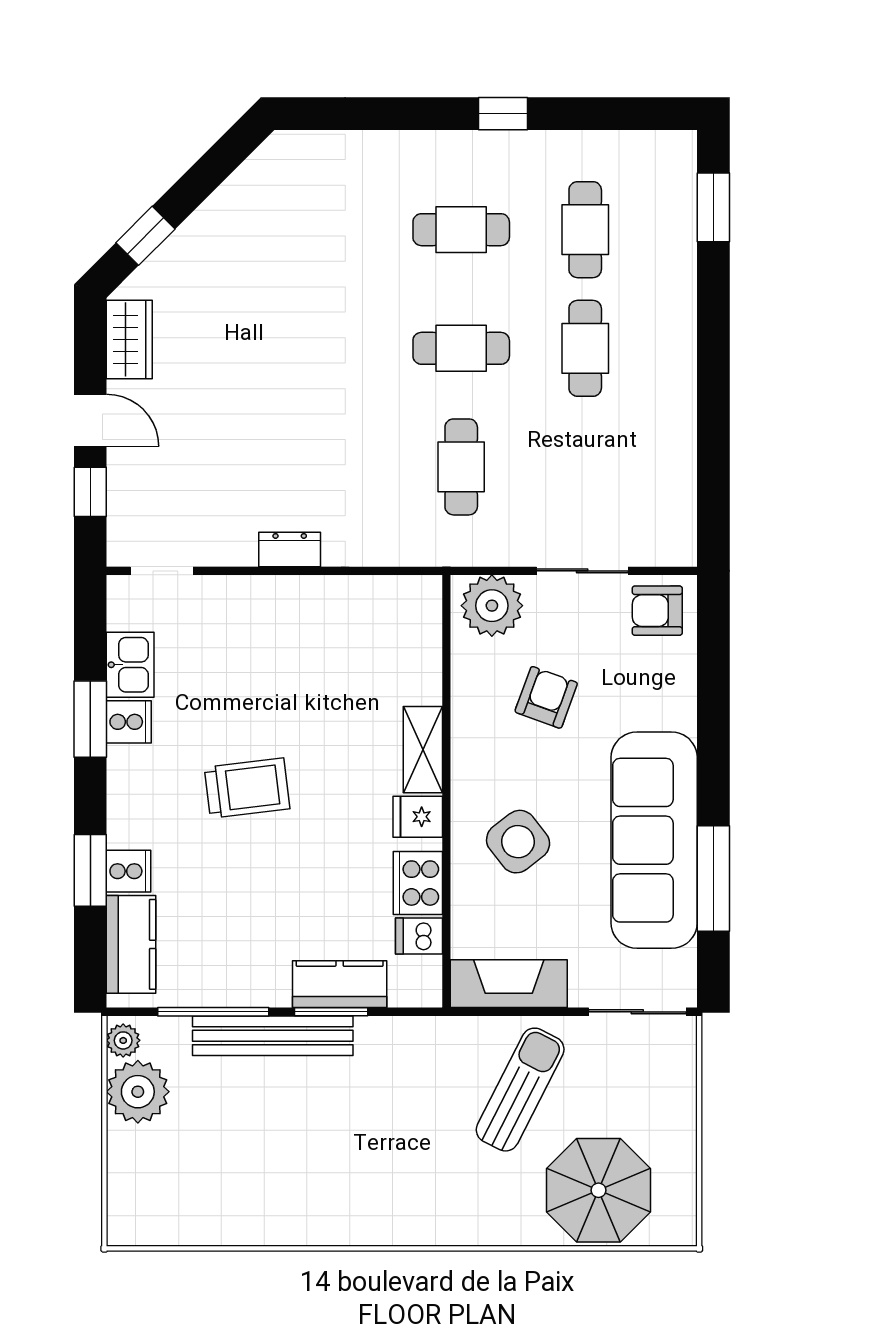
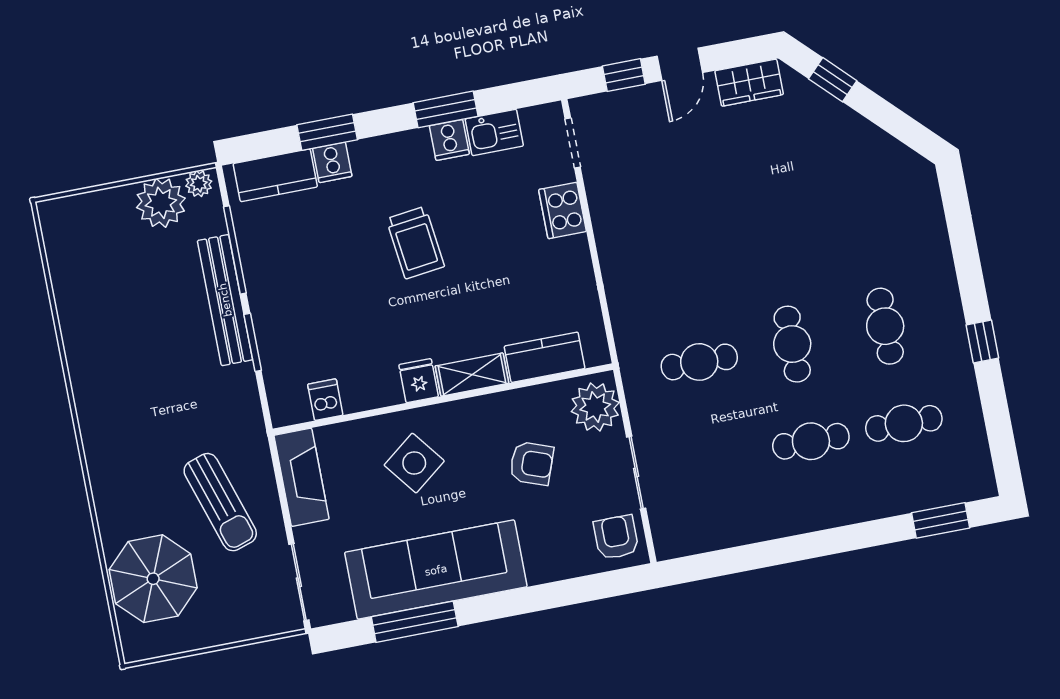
dresser: (290, 549) -> (609, 240), removed
cooker: (418, 883) -> (563, 210), moved, turned -90
kitchen counter: (340, 984) -> (545, 357), moved, turned -90
sun lounger: (520, 1090) -> (220, 502), turned 45

